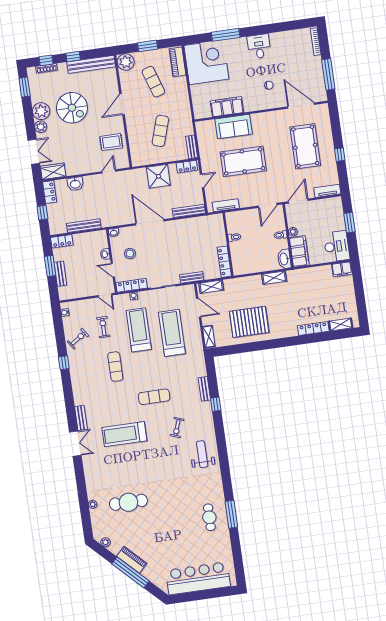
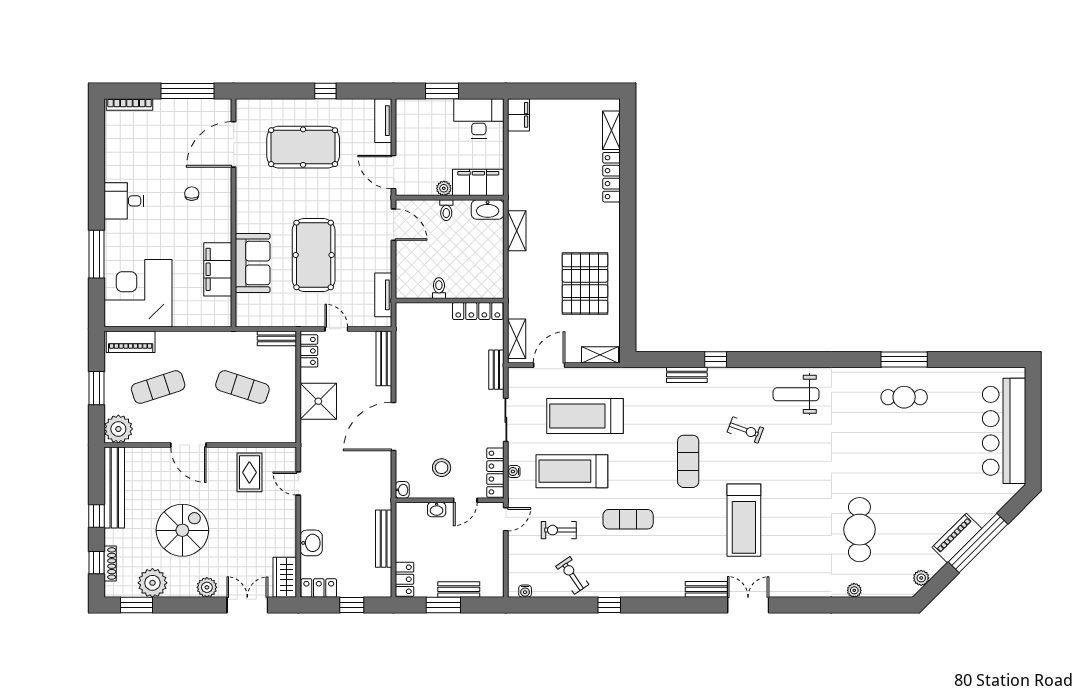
plant: (41, 111) -> (152, 583), moved

